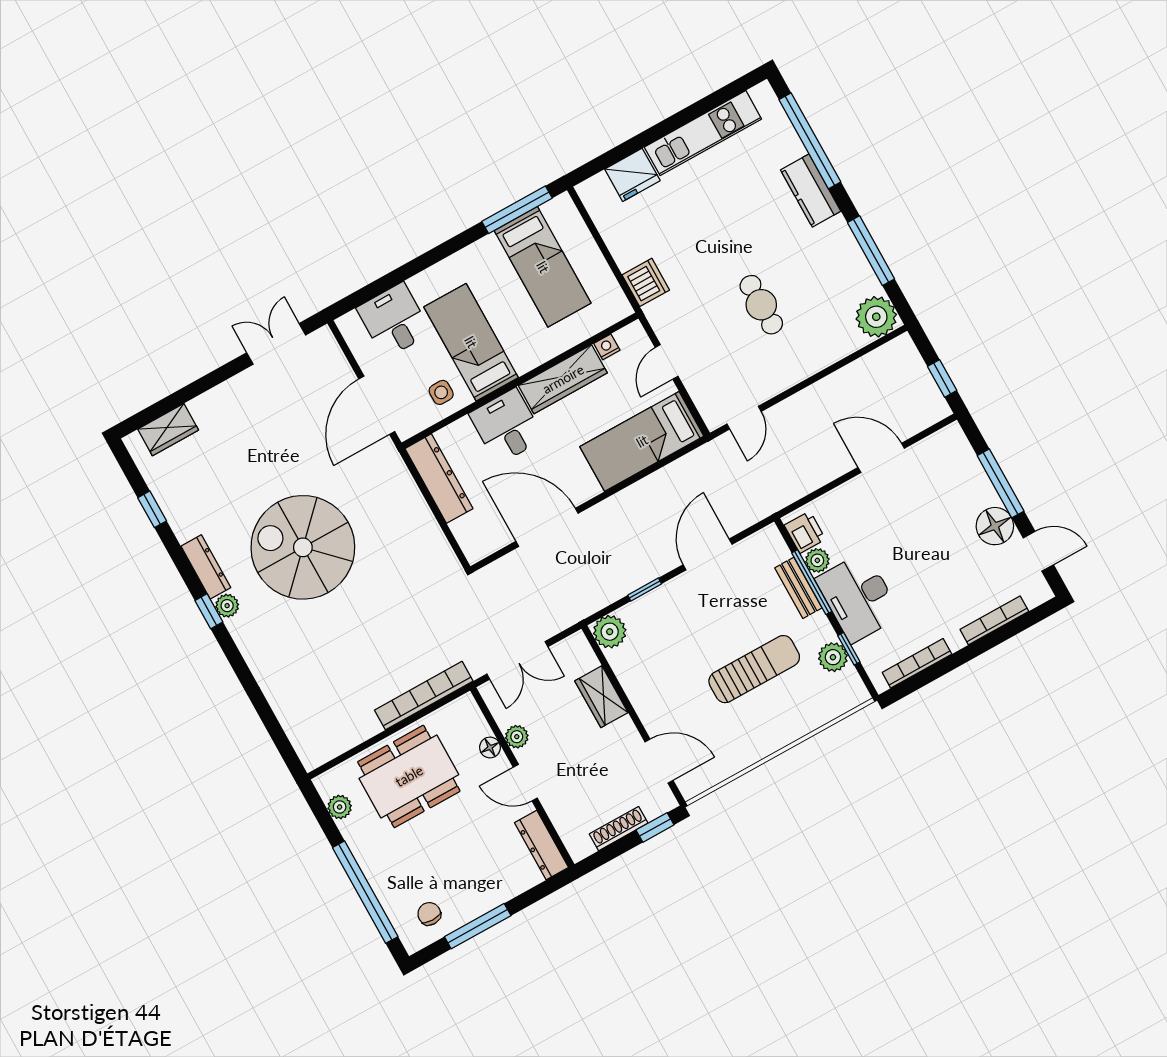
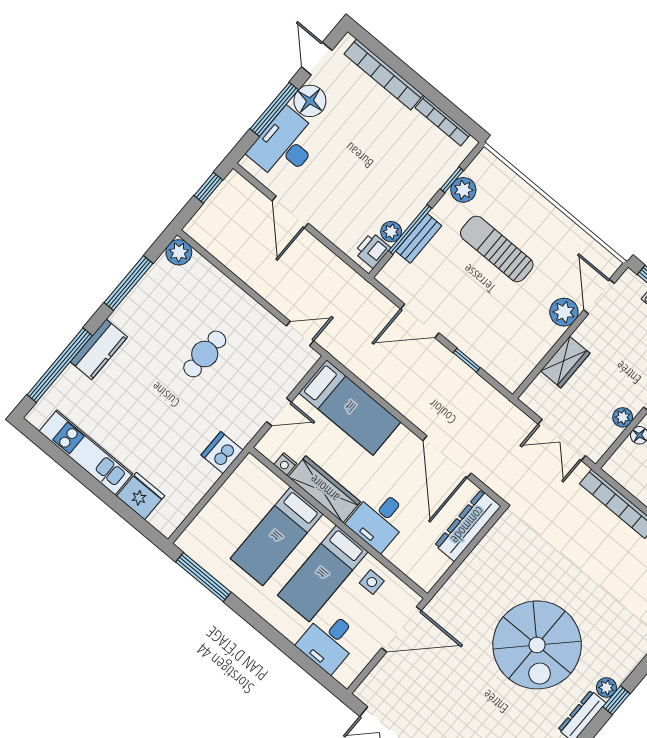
bed: (543, 267) -> (277, 536), moved, turned 180
plant: (876, 317) -> (179, 252), width x0.73, depth x0.73
dresser: (439, 479) -> (468, 526), moved
desk: (858, 597) -> (285, 145), moved, turned 180
bookcase: (994, 620) -> (384, 74), width x1.48, depth x1.31
plant: (610, 632) -> (564, 312), moved
double door: (517, 660) -> (562, 440), swing flipped

